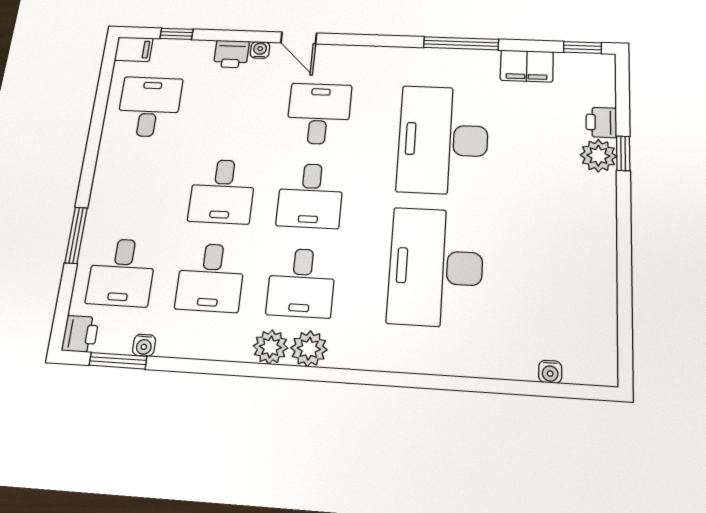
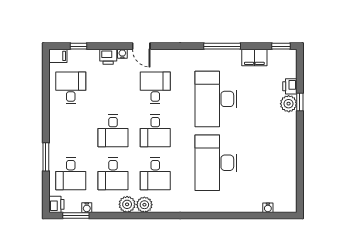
plant: (309, 349) -> (127, 204), moved

